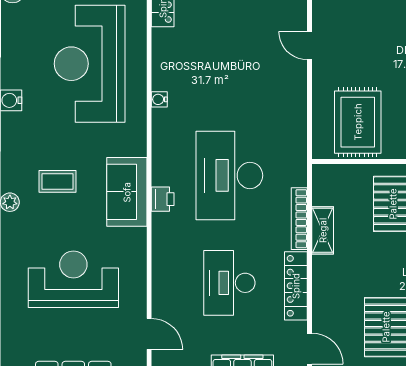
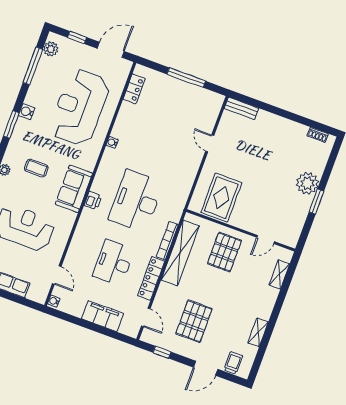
shelving: (323, 230) -> (180, 253), width x2.20, depth x1.33

